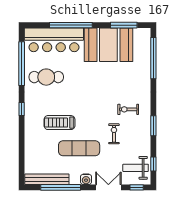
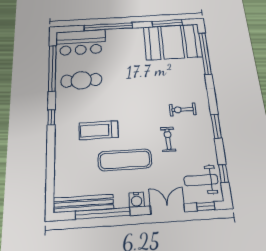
bar counter: (54, 40) -> (81, 42), width x0.73
booth: (108, 45) -> (172, 42), moved

